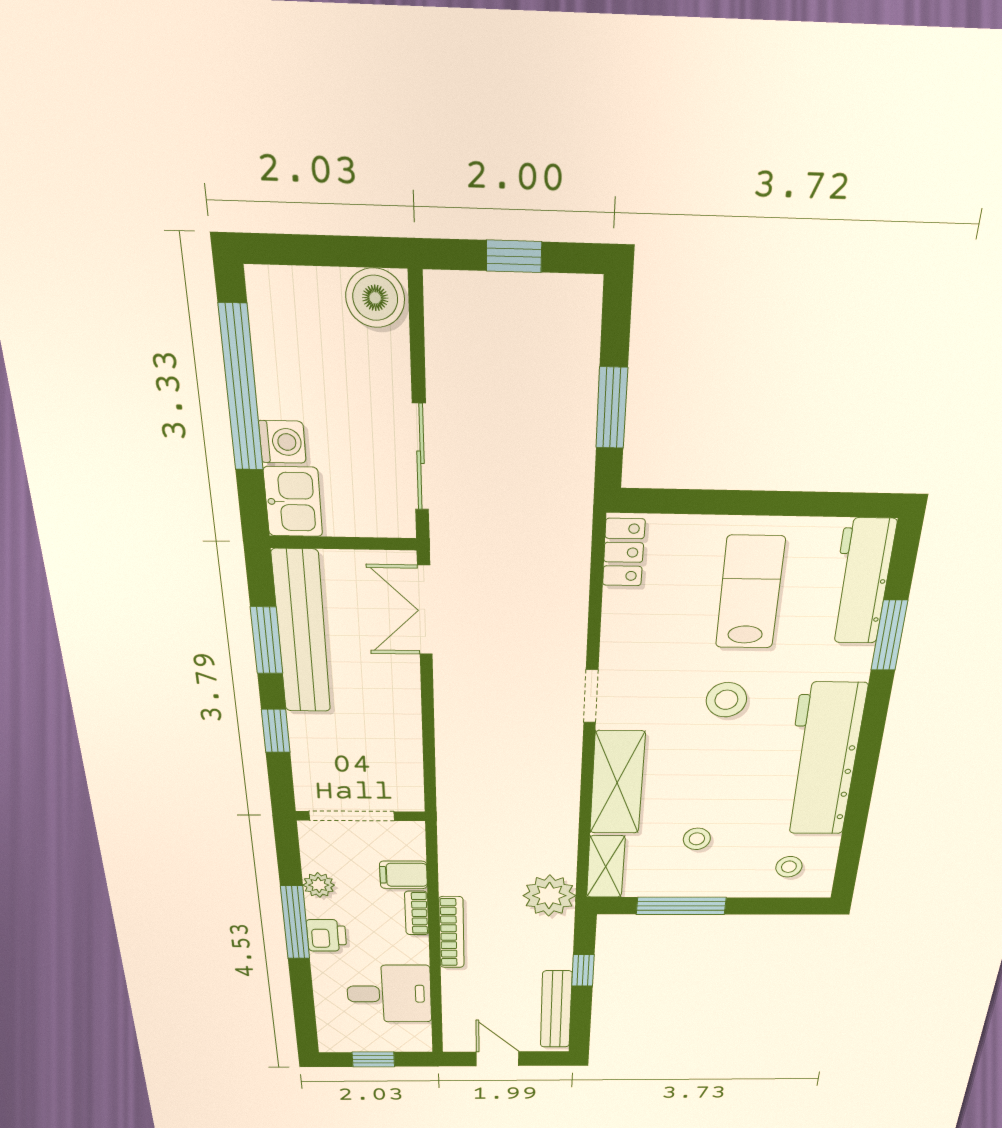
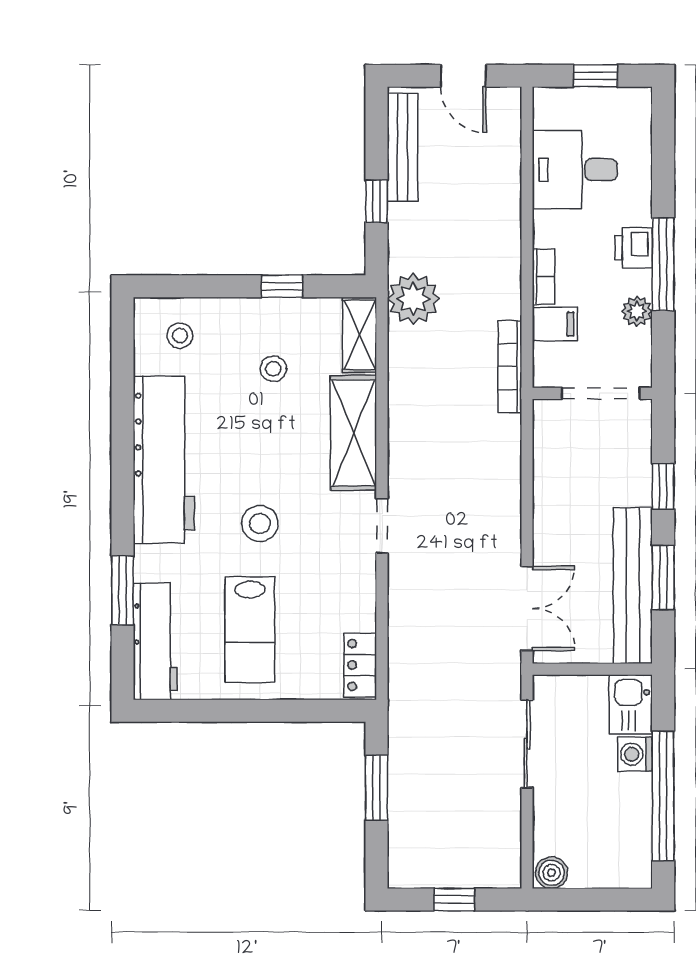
boiler: (375, 298) -> (552, 873), width x0.73, depth x0.73
window: (681, 906) -> (282, 286), width x0.46
bookcase: (451, 932) -> (510, 367), moved

